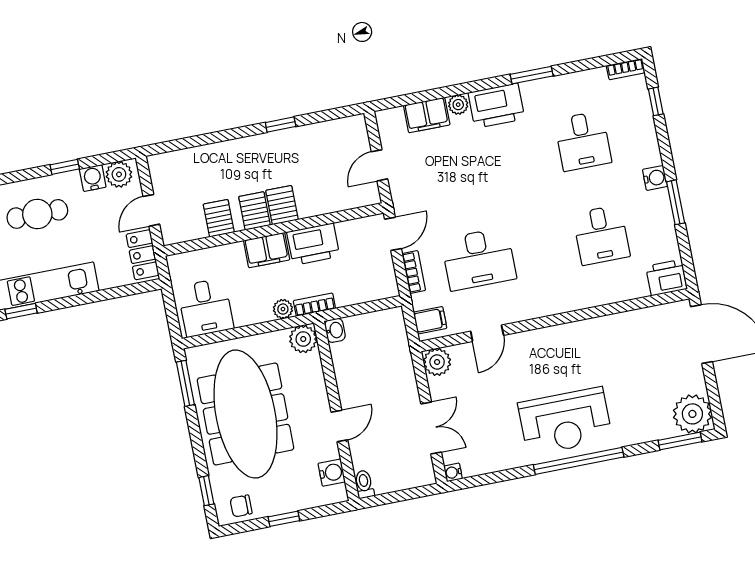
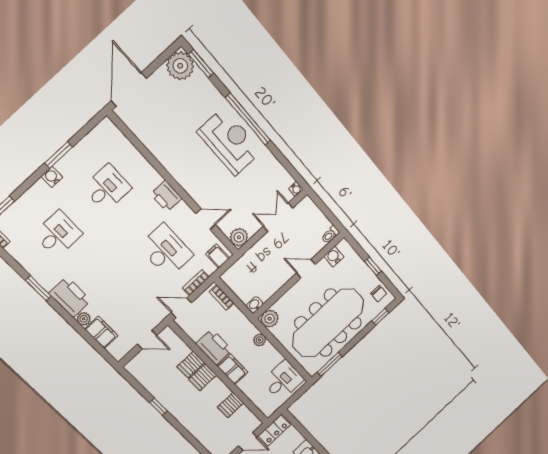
server rack: (254, 211) -> (191, 365), moved
printer: (666, 278) -> (166, 196), moved
bookcase: (314, 305) -> (222, 297), moved

